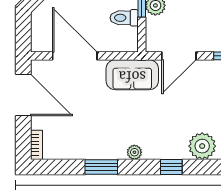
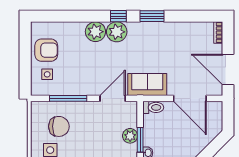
toilet: (124, 18) -> (153, 107), moved
plant: (134, 152) -> (117, 32), moved, width x1.87, depth x1.87
window: (101, 167) -> (152, 16), moved

